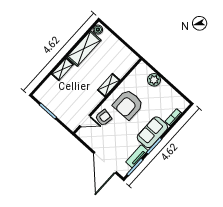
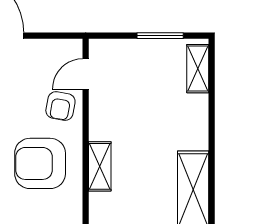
shelving: (62, 69) -> (198, 69), moved
armchair: (128, 104) -> (40, 163), turned -90

